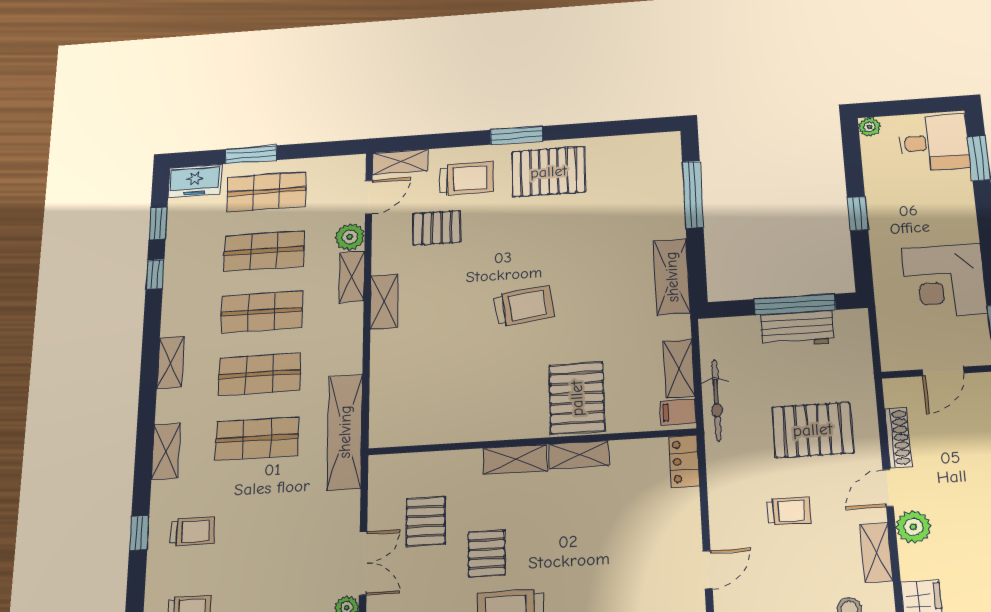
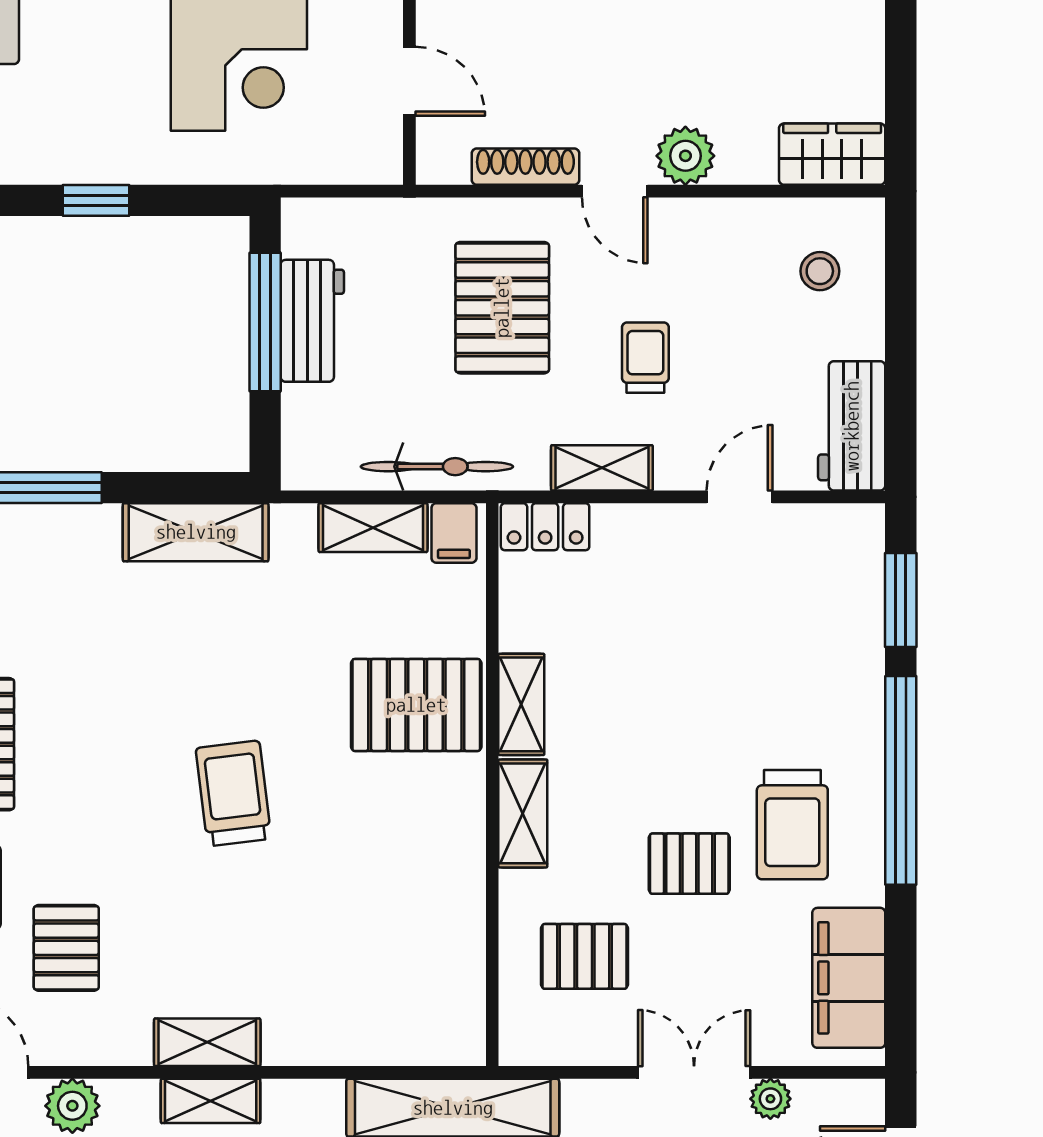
shelving: (352, 277) -> (211, 1101), moved
pallet: (426, 521) -> (585, 956), moved
shelving: (876, 553) -> (602, 468), moved
door: (708, 570) -> (740, 497), hinge flipped

